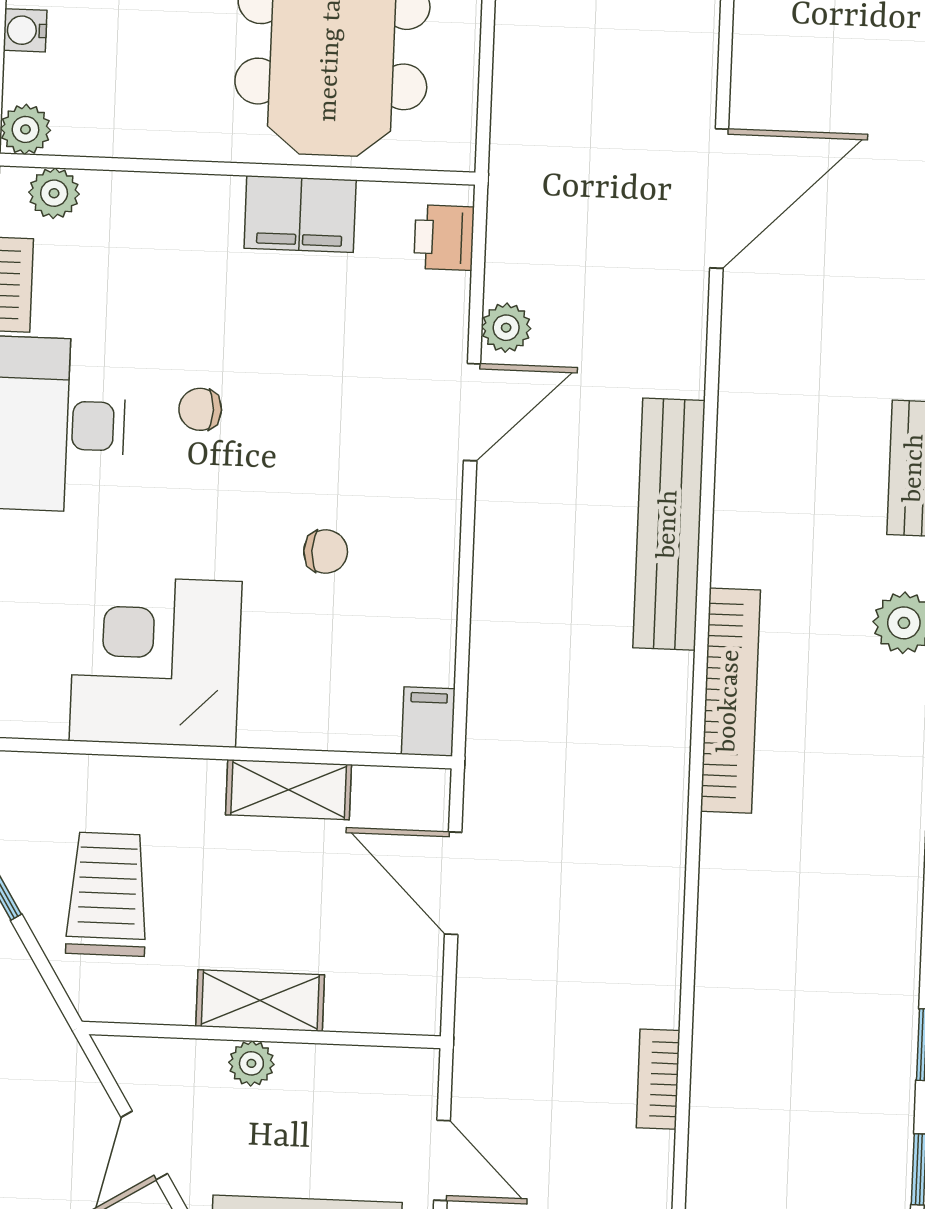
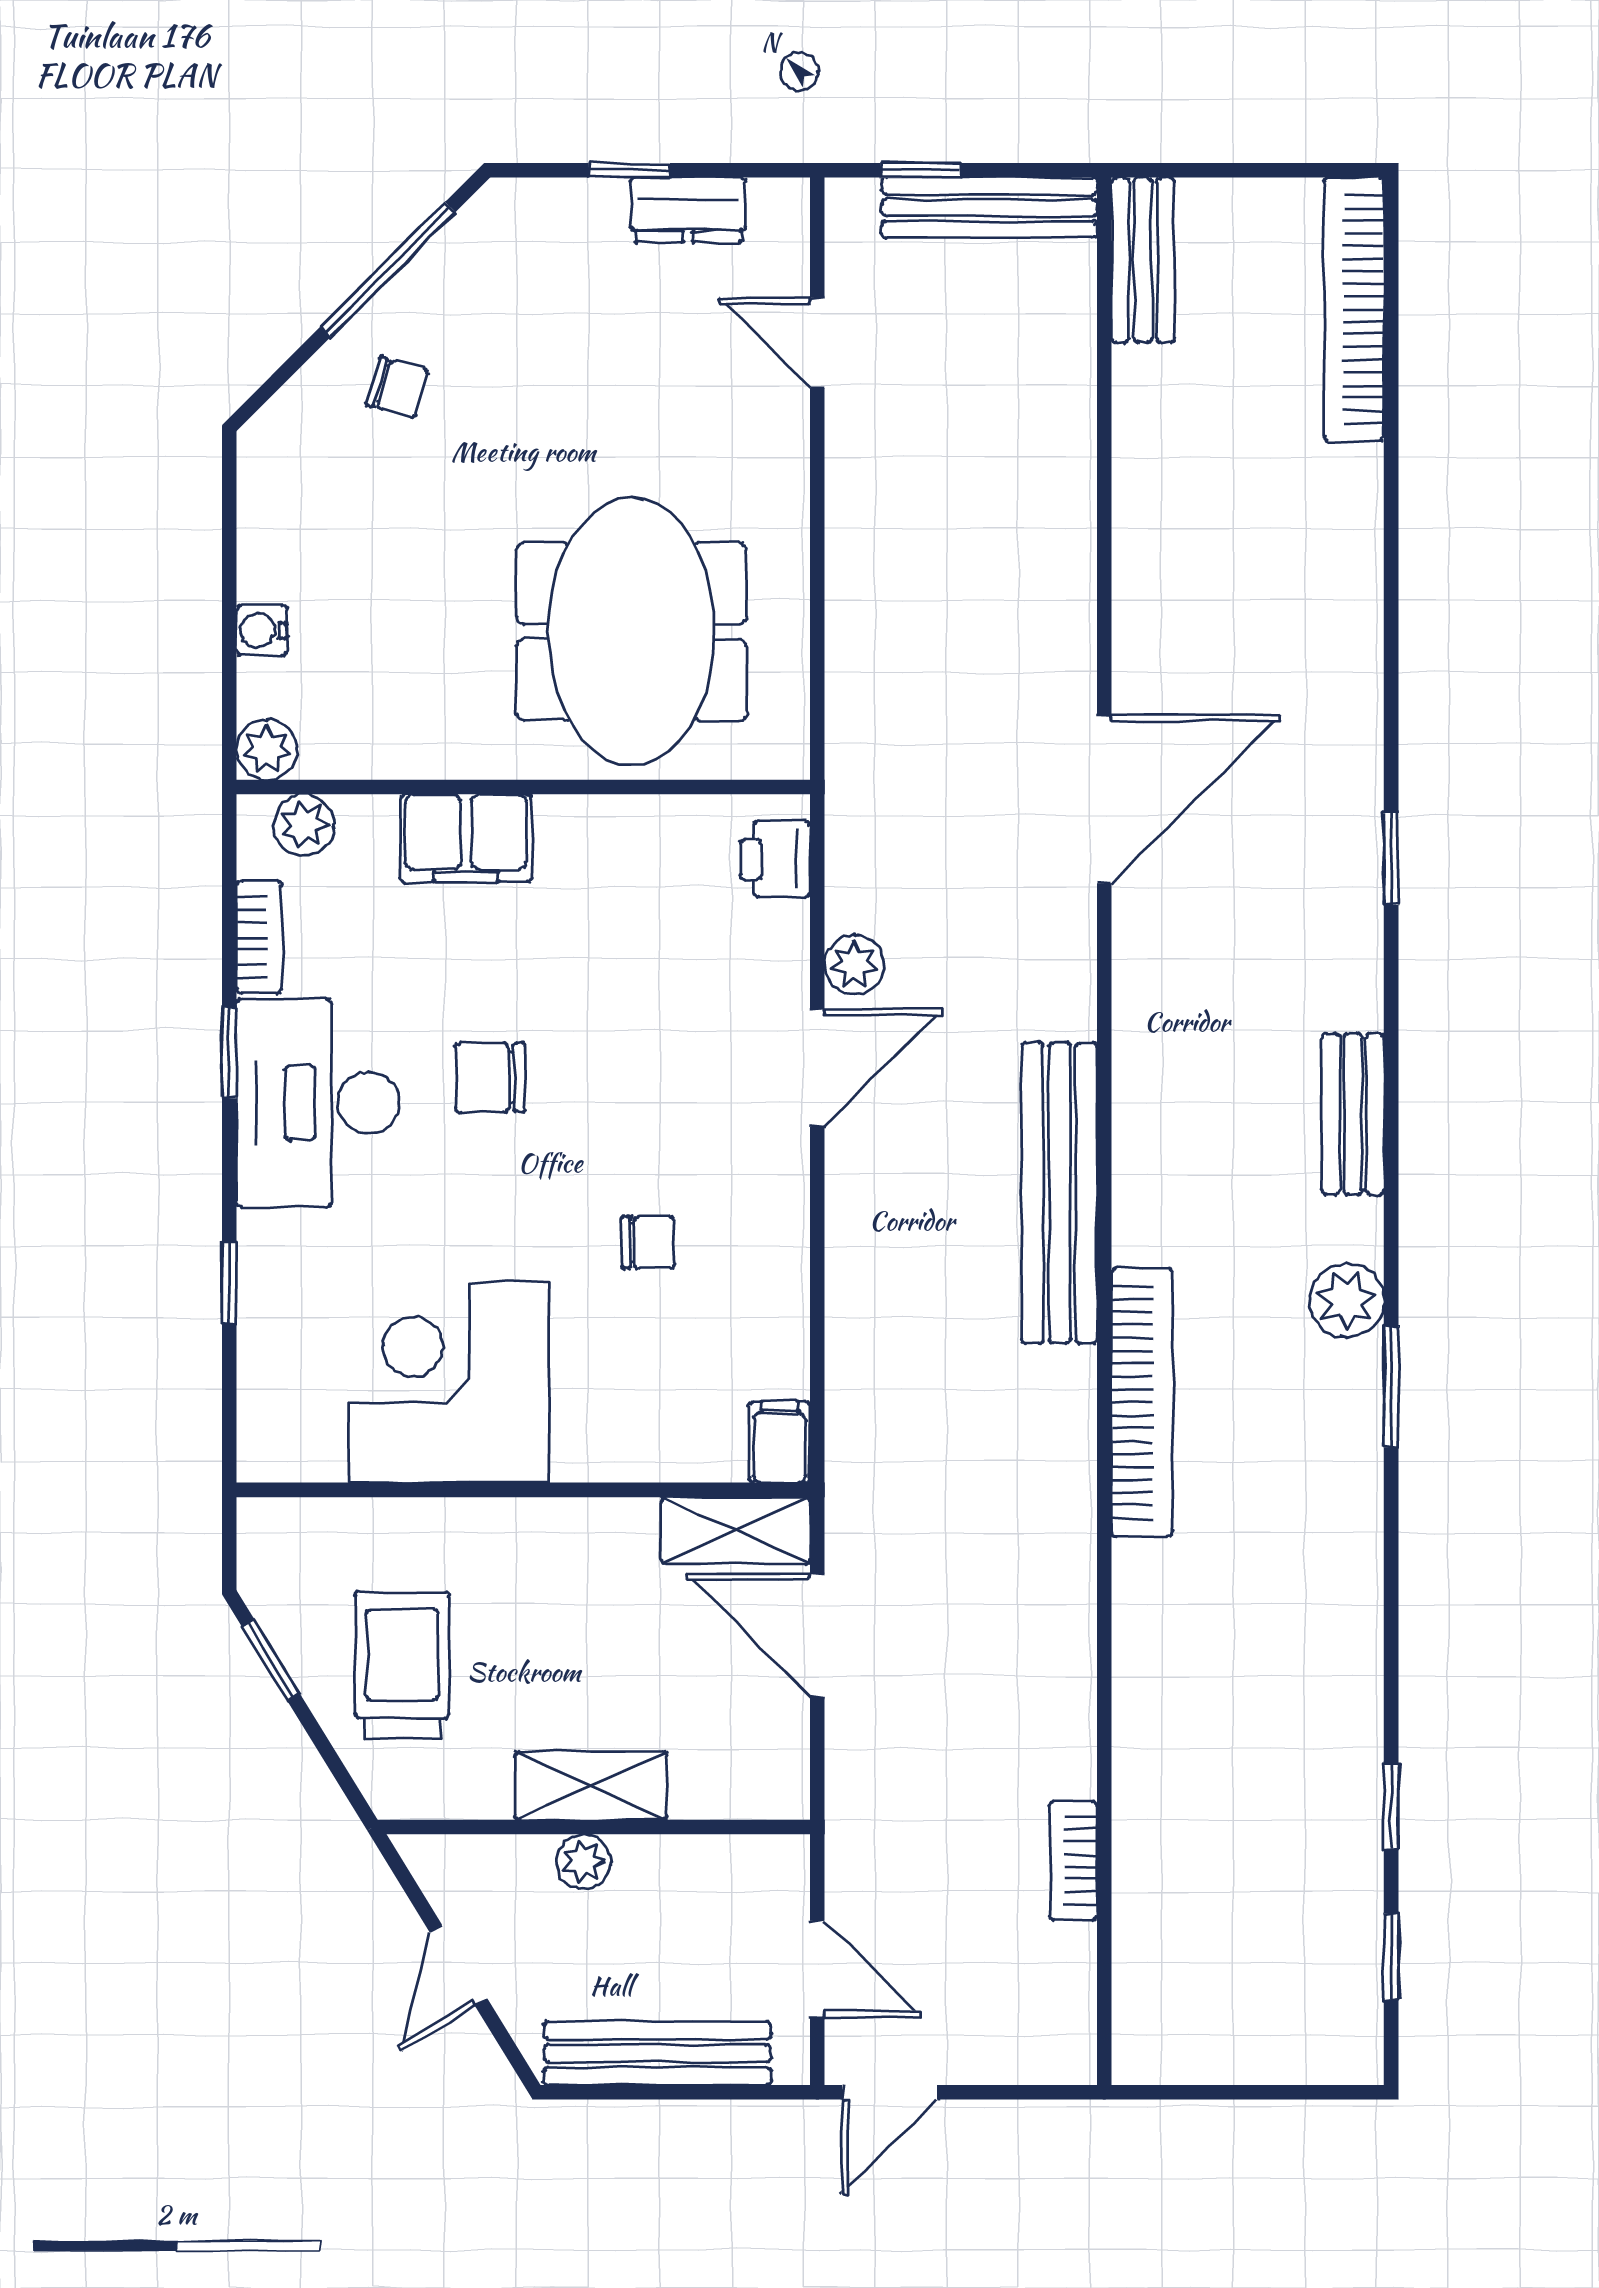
filing cabinet: (300, 214) -> (466, 838), moved
chair: (200, 409) -> (490, 1078), width x1.37, depth x1.37
shelving: (289, 790) -> (736, 1531), moved

